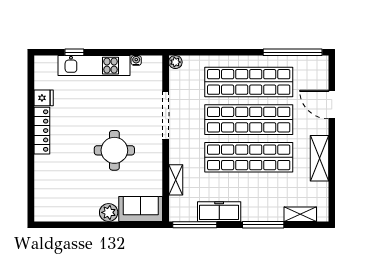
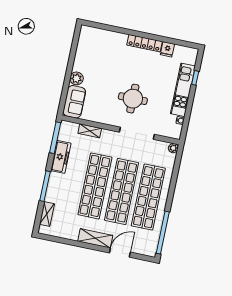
round table: (114, 150) -> (133, 99), moved
shelving: (319, 158) -> (95, 238), moved

